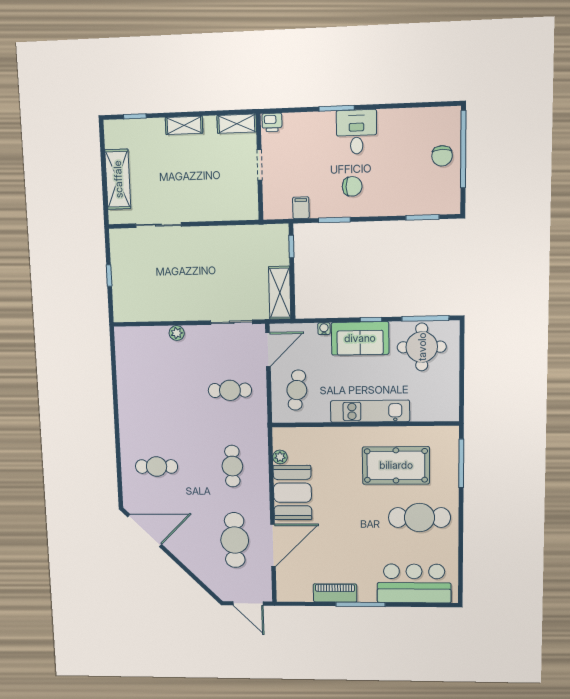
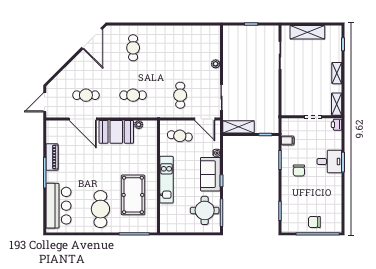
desk: (357, 132) -> (329, 162), moved
cafe table: (235, 540) -> (86, 95), width x0.73, depth x0.74

